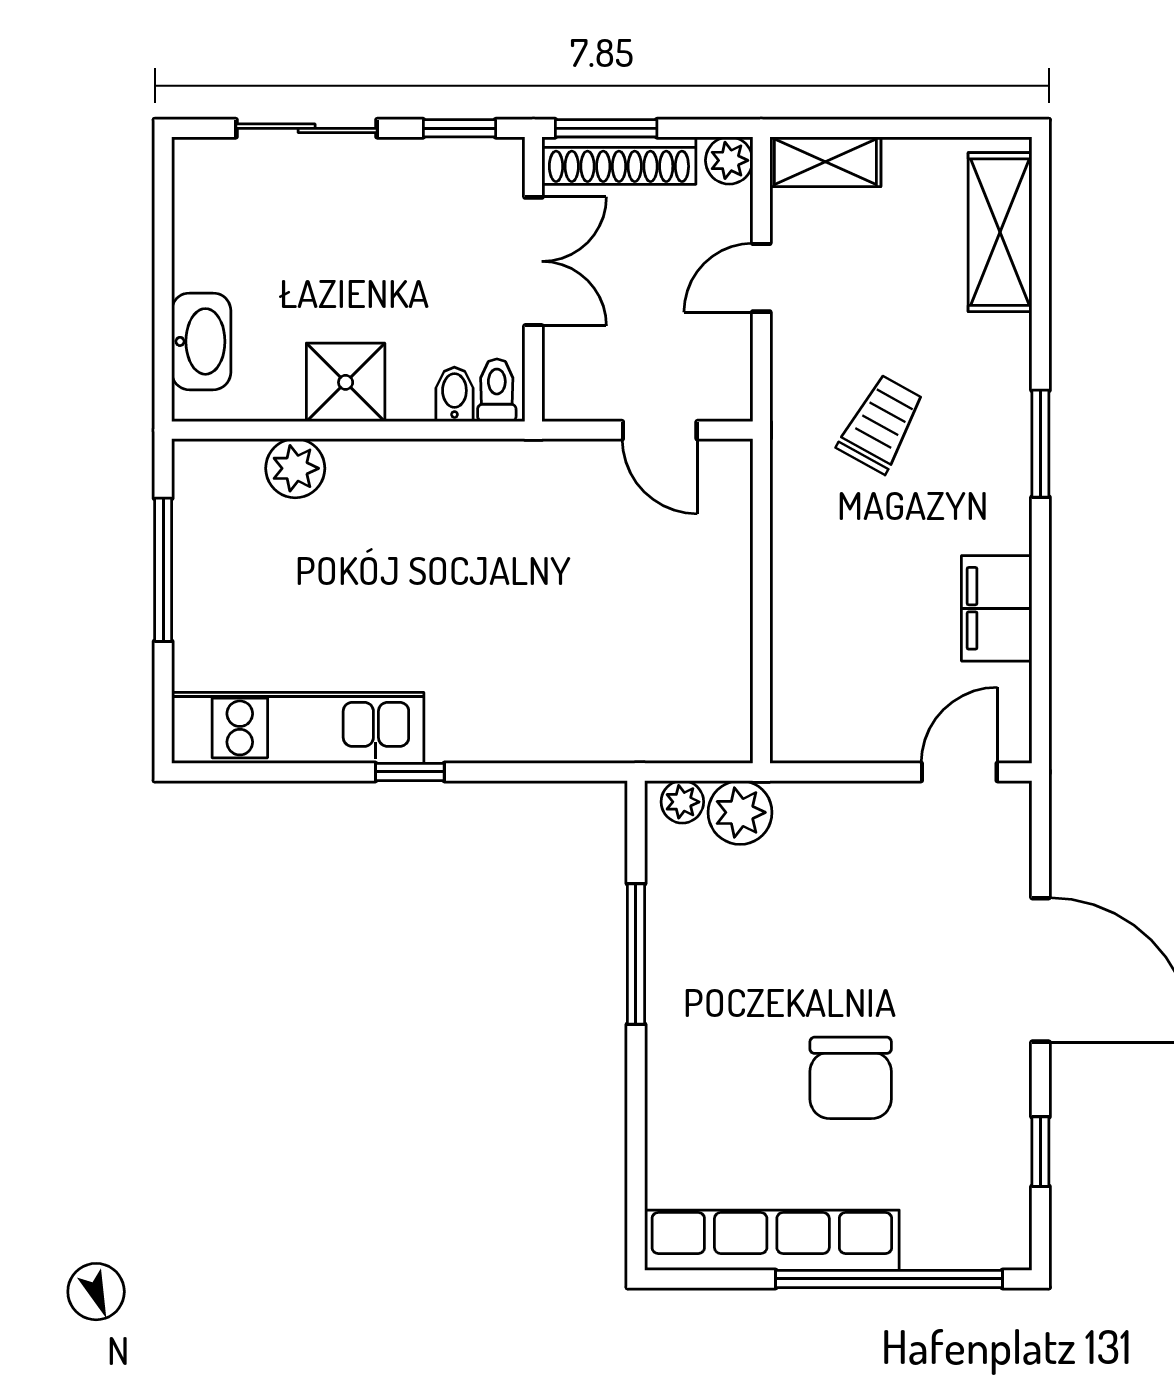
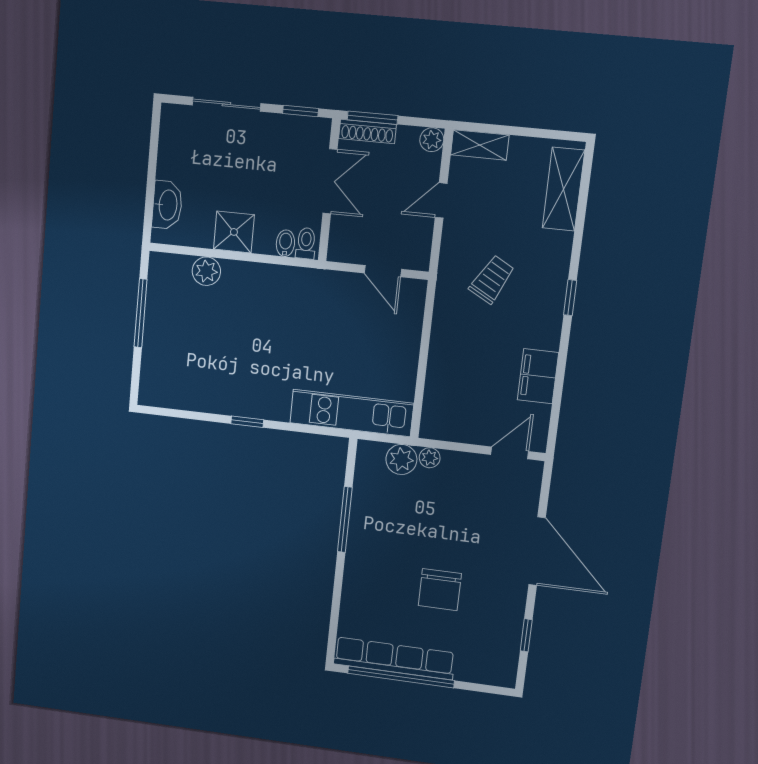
shoe rack: (619, 161) -> (367, 131), width x0.74, depth x0.81
window: (1040, 444) -> (570, 298), width x0.67
kitchen unit: (298, 728) -> (352, 413), moved
plant: (682, 802) -> (430, 458), moved
window: (889, 1279) -> (401, 677), moved

